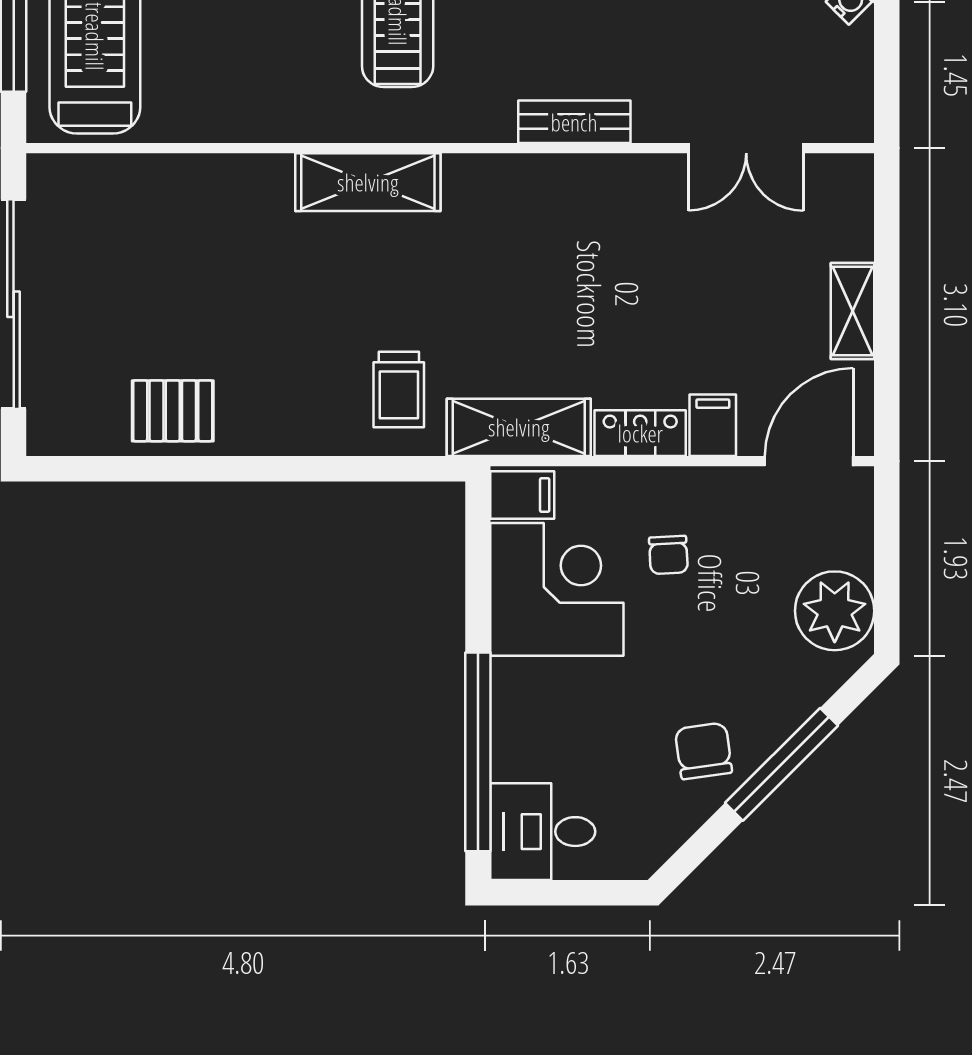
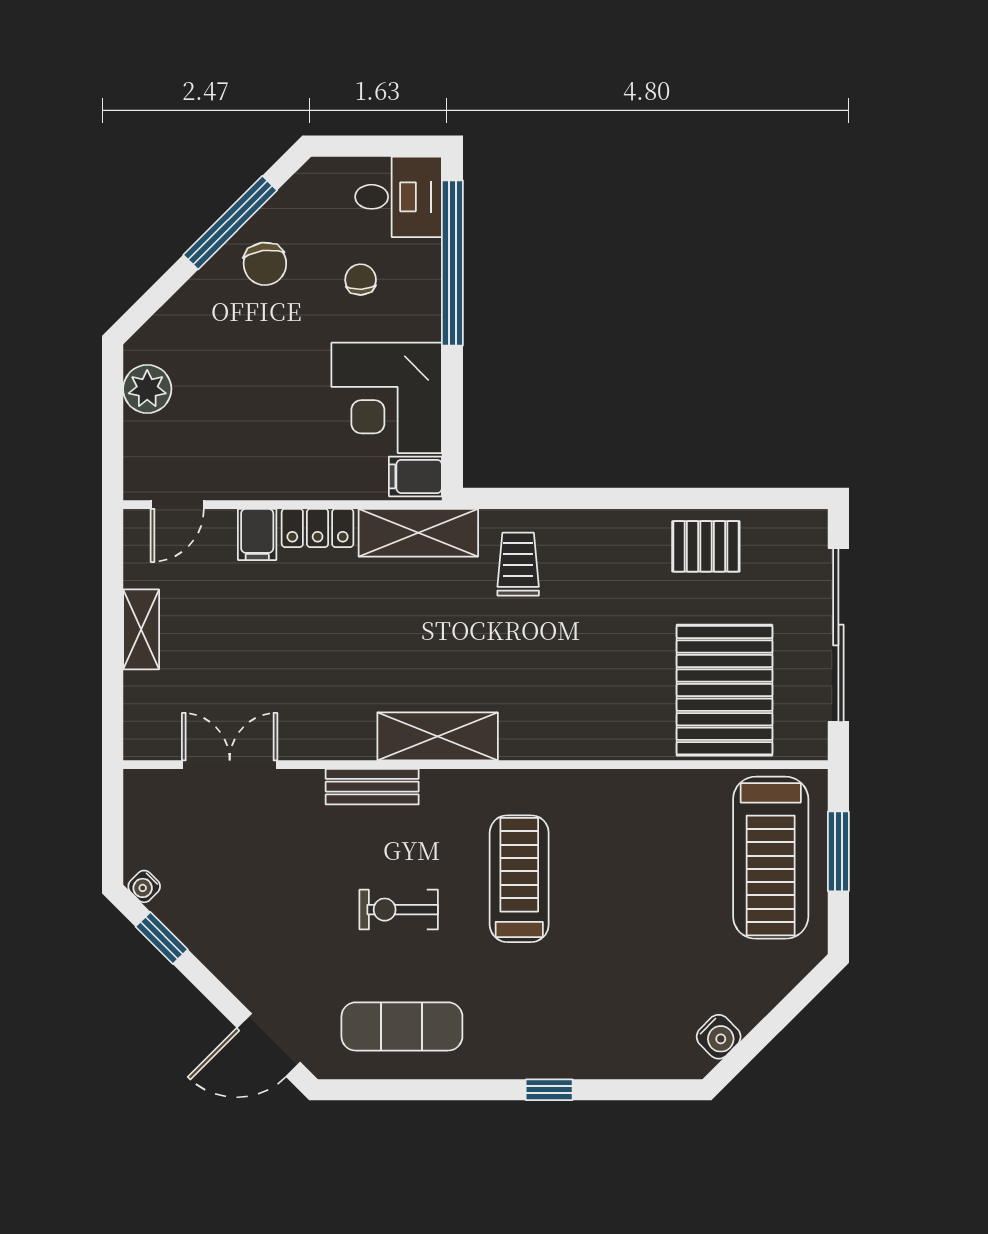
shelving: (368, 182) -> (438, 736), moved
pallet: (150, 238) -> (724, 690), added
door: (809, 461) -> (177, 505), width x0.73
chair: (668, 555) -> (361, 280), moved
plant: (835, 611) -> (147, 389), width x0.73, depth x0.73
window: (781, 764) -> (230, 223), moved

